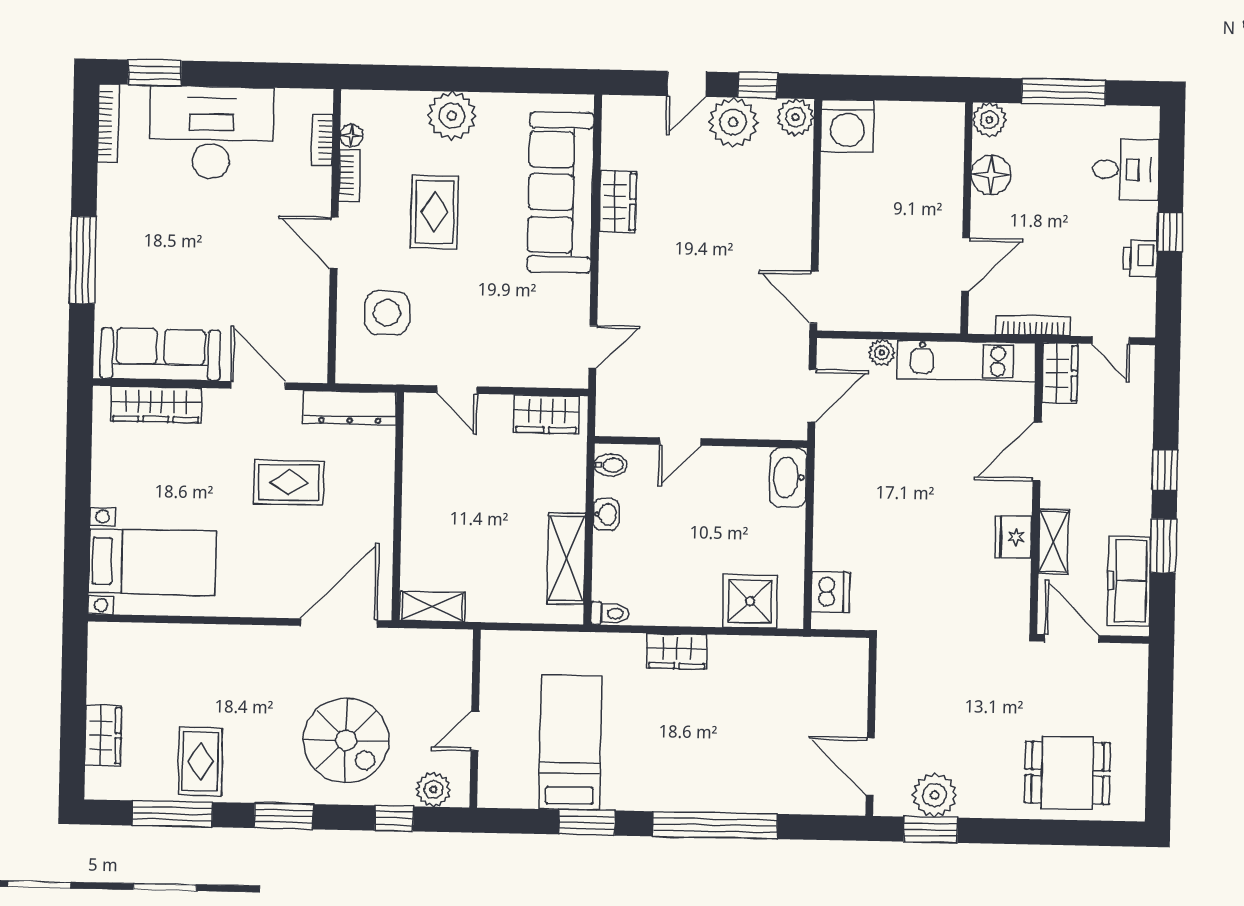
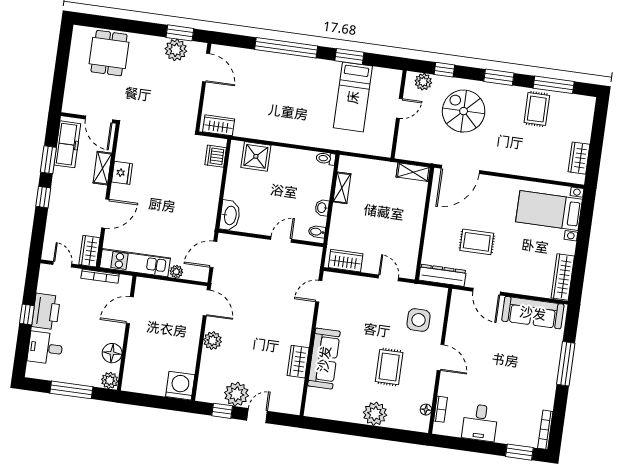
plant: (796, 117) -> (213, 341), moved
desk: (211, 133) -> (480, 423), width x0.53, depth x0.77
bookcase: (350, 175) -> (429, 390), removed
sofa: (560, 192) -> (324, 359), width x0.74, depth x0.79
printer: (1140, 258) -> (46, 311), width x1.87, depth x1.48
wardrobe: (156, 405) -> (563, 277), moved, turned -90
shelving: (566, 558) -> (342, 188), width x0.67, depth x0.75
wardrobe: (677, 651) -> (219, 125), moved
wardrobe: (103, 735) -> (579, 158), moved
dining table: (1067, 773) -> (109, 53), turned 90

